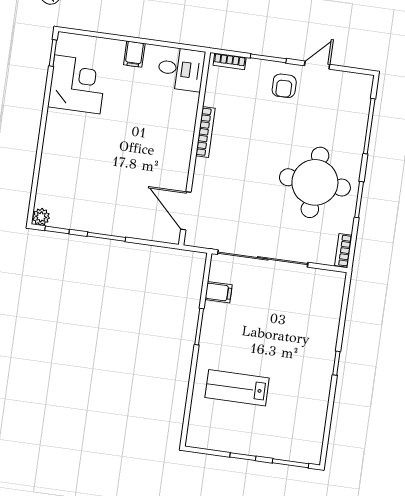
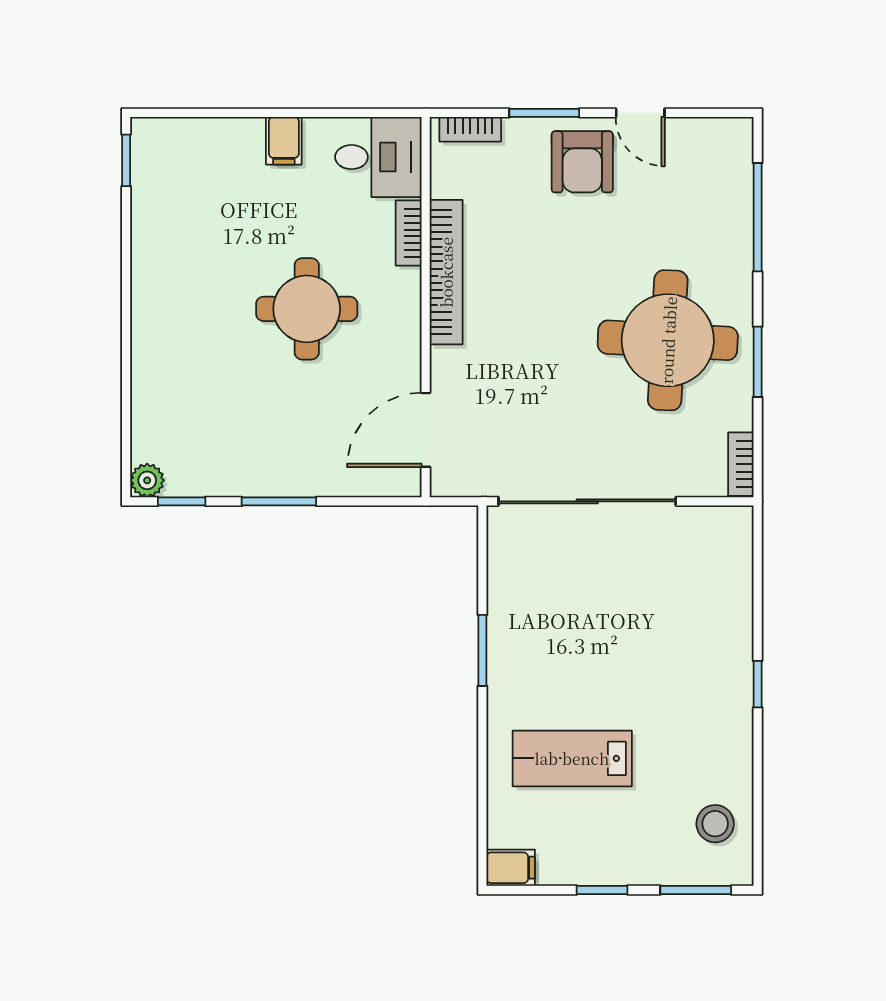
door: (317, 65) -> (640, 113), swing flipped
corner desk: (77, 84) -> (182, 215), removed
armchair: (284, 86) -> (582, 162), width x1.38, depth x1.38
bookcase: (191, 110) -> (409, 233), added
bookcase: (205, 132) -> (446, 272), width x1.48, depth x1.31
round table: (134, 141) -> (307, 309), added
door: (186, 211) -> (426, 430), hinge flipped
filing cabinet: (219, 292) -> (511, 868), moved
stool: (305, 431) -> (715, 824), added

